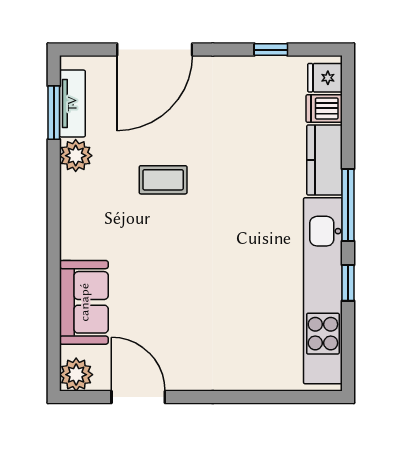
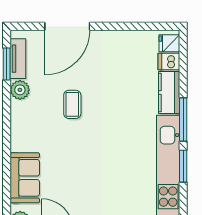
window: (271, 50) -> (137, 26), removed
coffee table: (163, 180) -> (72, 104), turned 90
window: (348, 283) -> (183, 166), width x1.50

